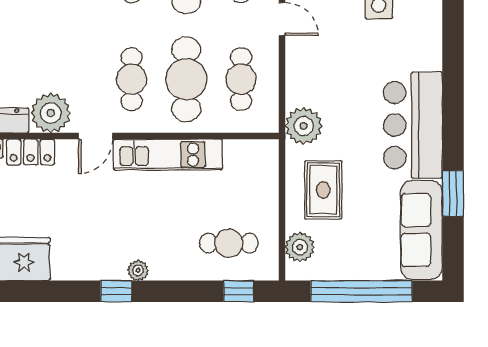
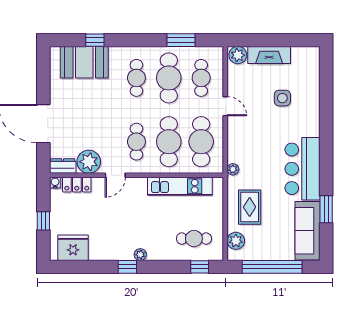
cafe table: (241, 79) -> (201, 142), width x1.37, depth x1.35
plant: (304, 126) -> (233, 169), width x0.53, depth x0.53
kitchen unit: (168, 155) -> (180, 186), moved

